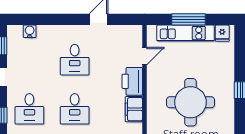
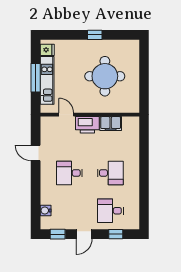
desk: (75, 60) -> (69, 173), turned 180
desk: (29, 109) -> (110, 211), turned 180

